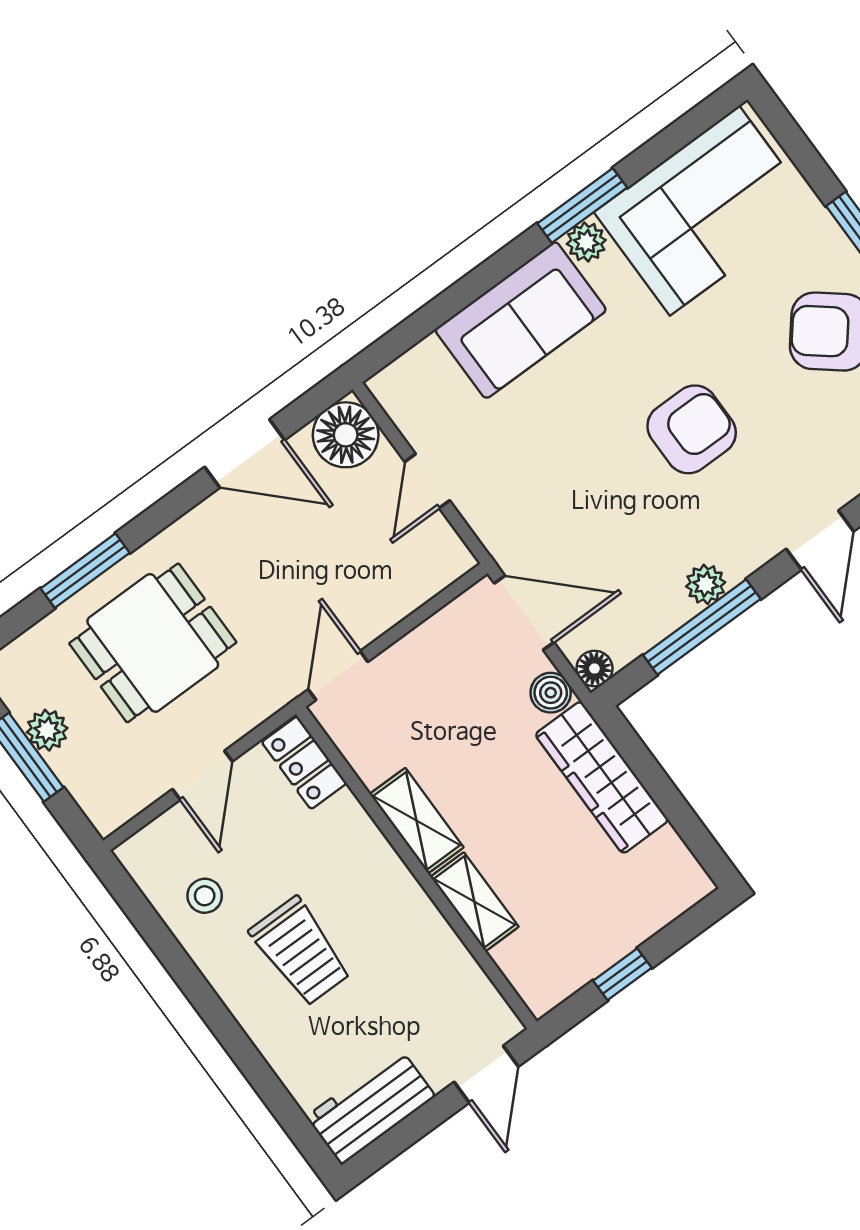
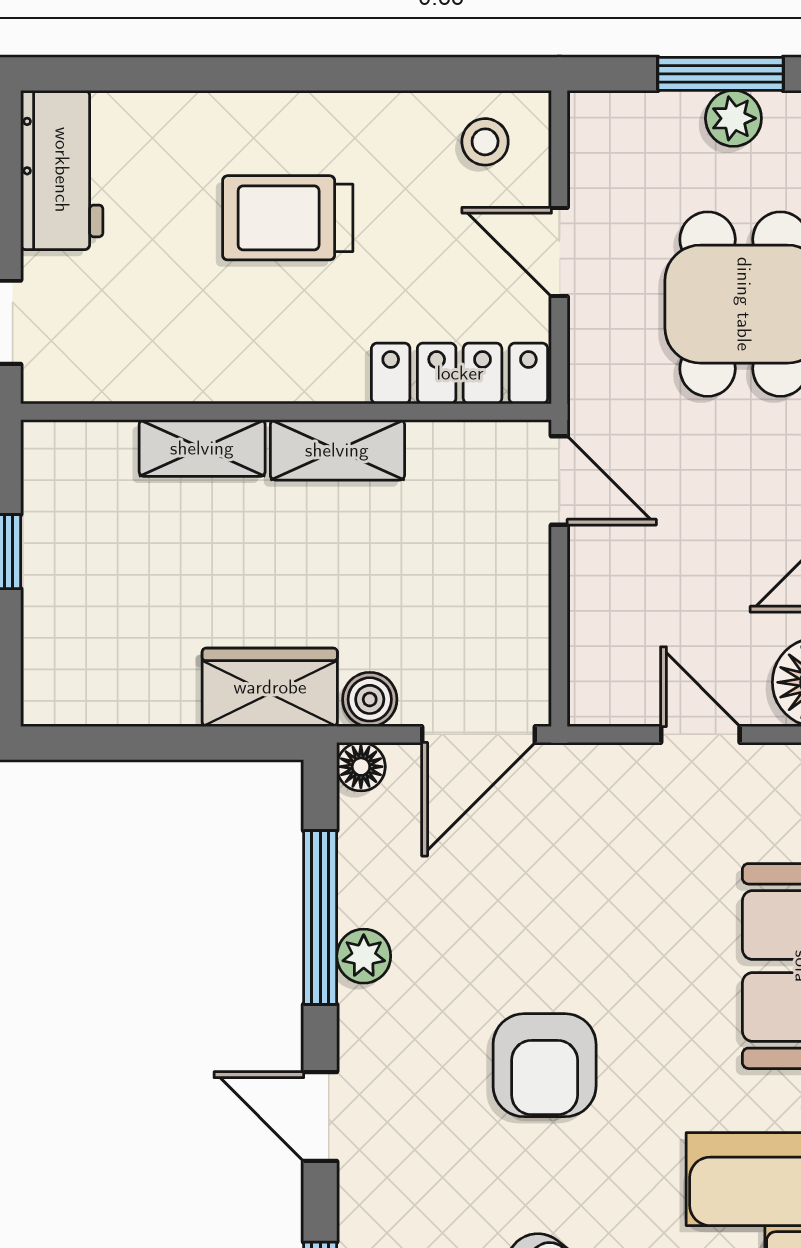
locker: (304, 763) -> (460, 373), width x1.53
wardrobe: (602, 777) -> (270, 687), width x0.67
stool: (205, 896) -> (485, 142), moved

